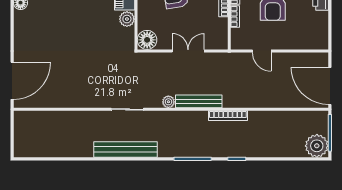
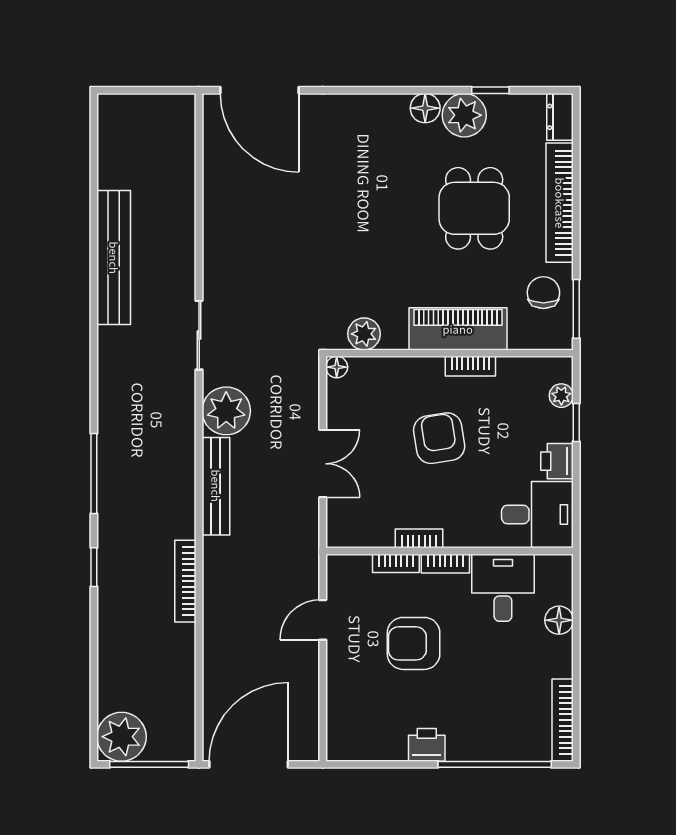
plant: (127, 19) -> (364, 334), moved
floor lamp: (147, 40) -> (337, 367), width x0.53, depth x0.53
plant: (168, 102) -> (226, 411), width x1.88, depth x1.88
bookcase: (228, 116) -> (185, 581), moved
bench: (126, 150) -> (114, 258), moved

